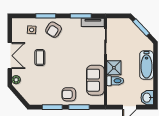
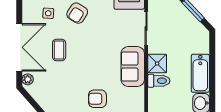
double door: (10, 56) -> (19, 47), width x1.37
bathtub: (147, 65) -> (200, 73), moved
sofa: (95, 80) -> (133, 67), moved

